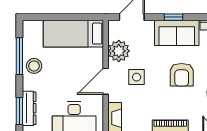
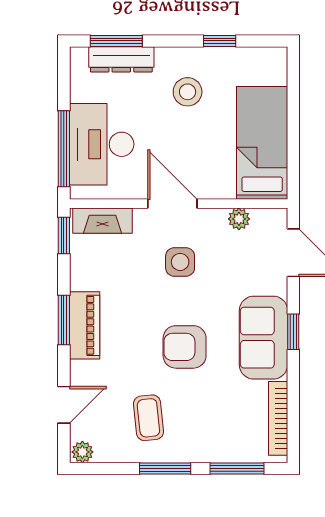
plant: (119, 51) -> (239, 219), width x0.53, depth x0.53
window: (19, 56) -> (220, 41), width x0.46
stool: (34, 66) -> (188, 92), moved

